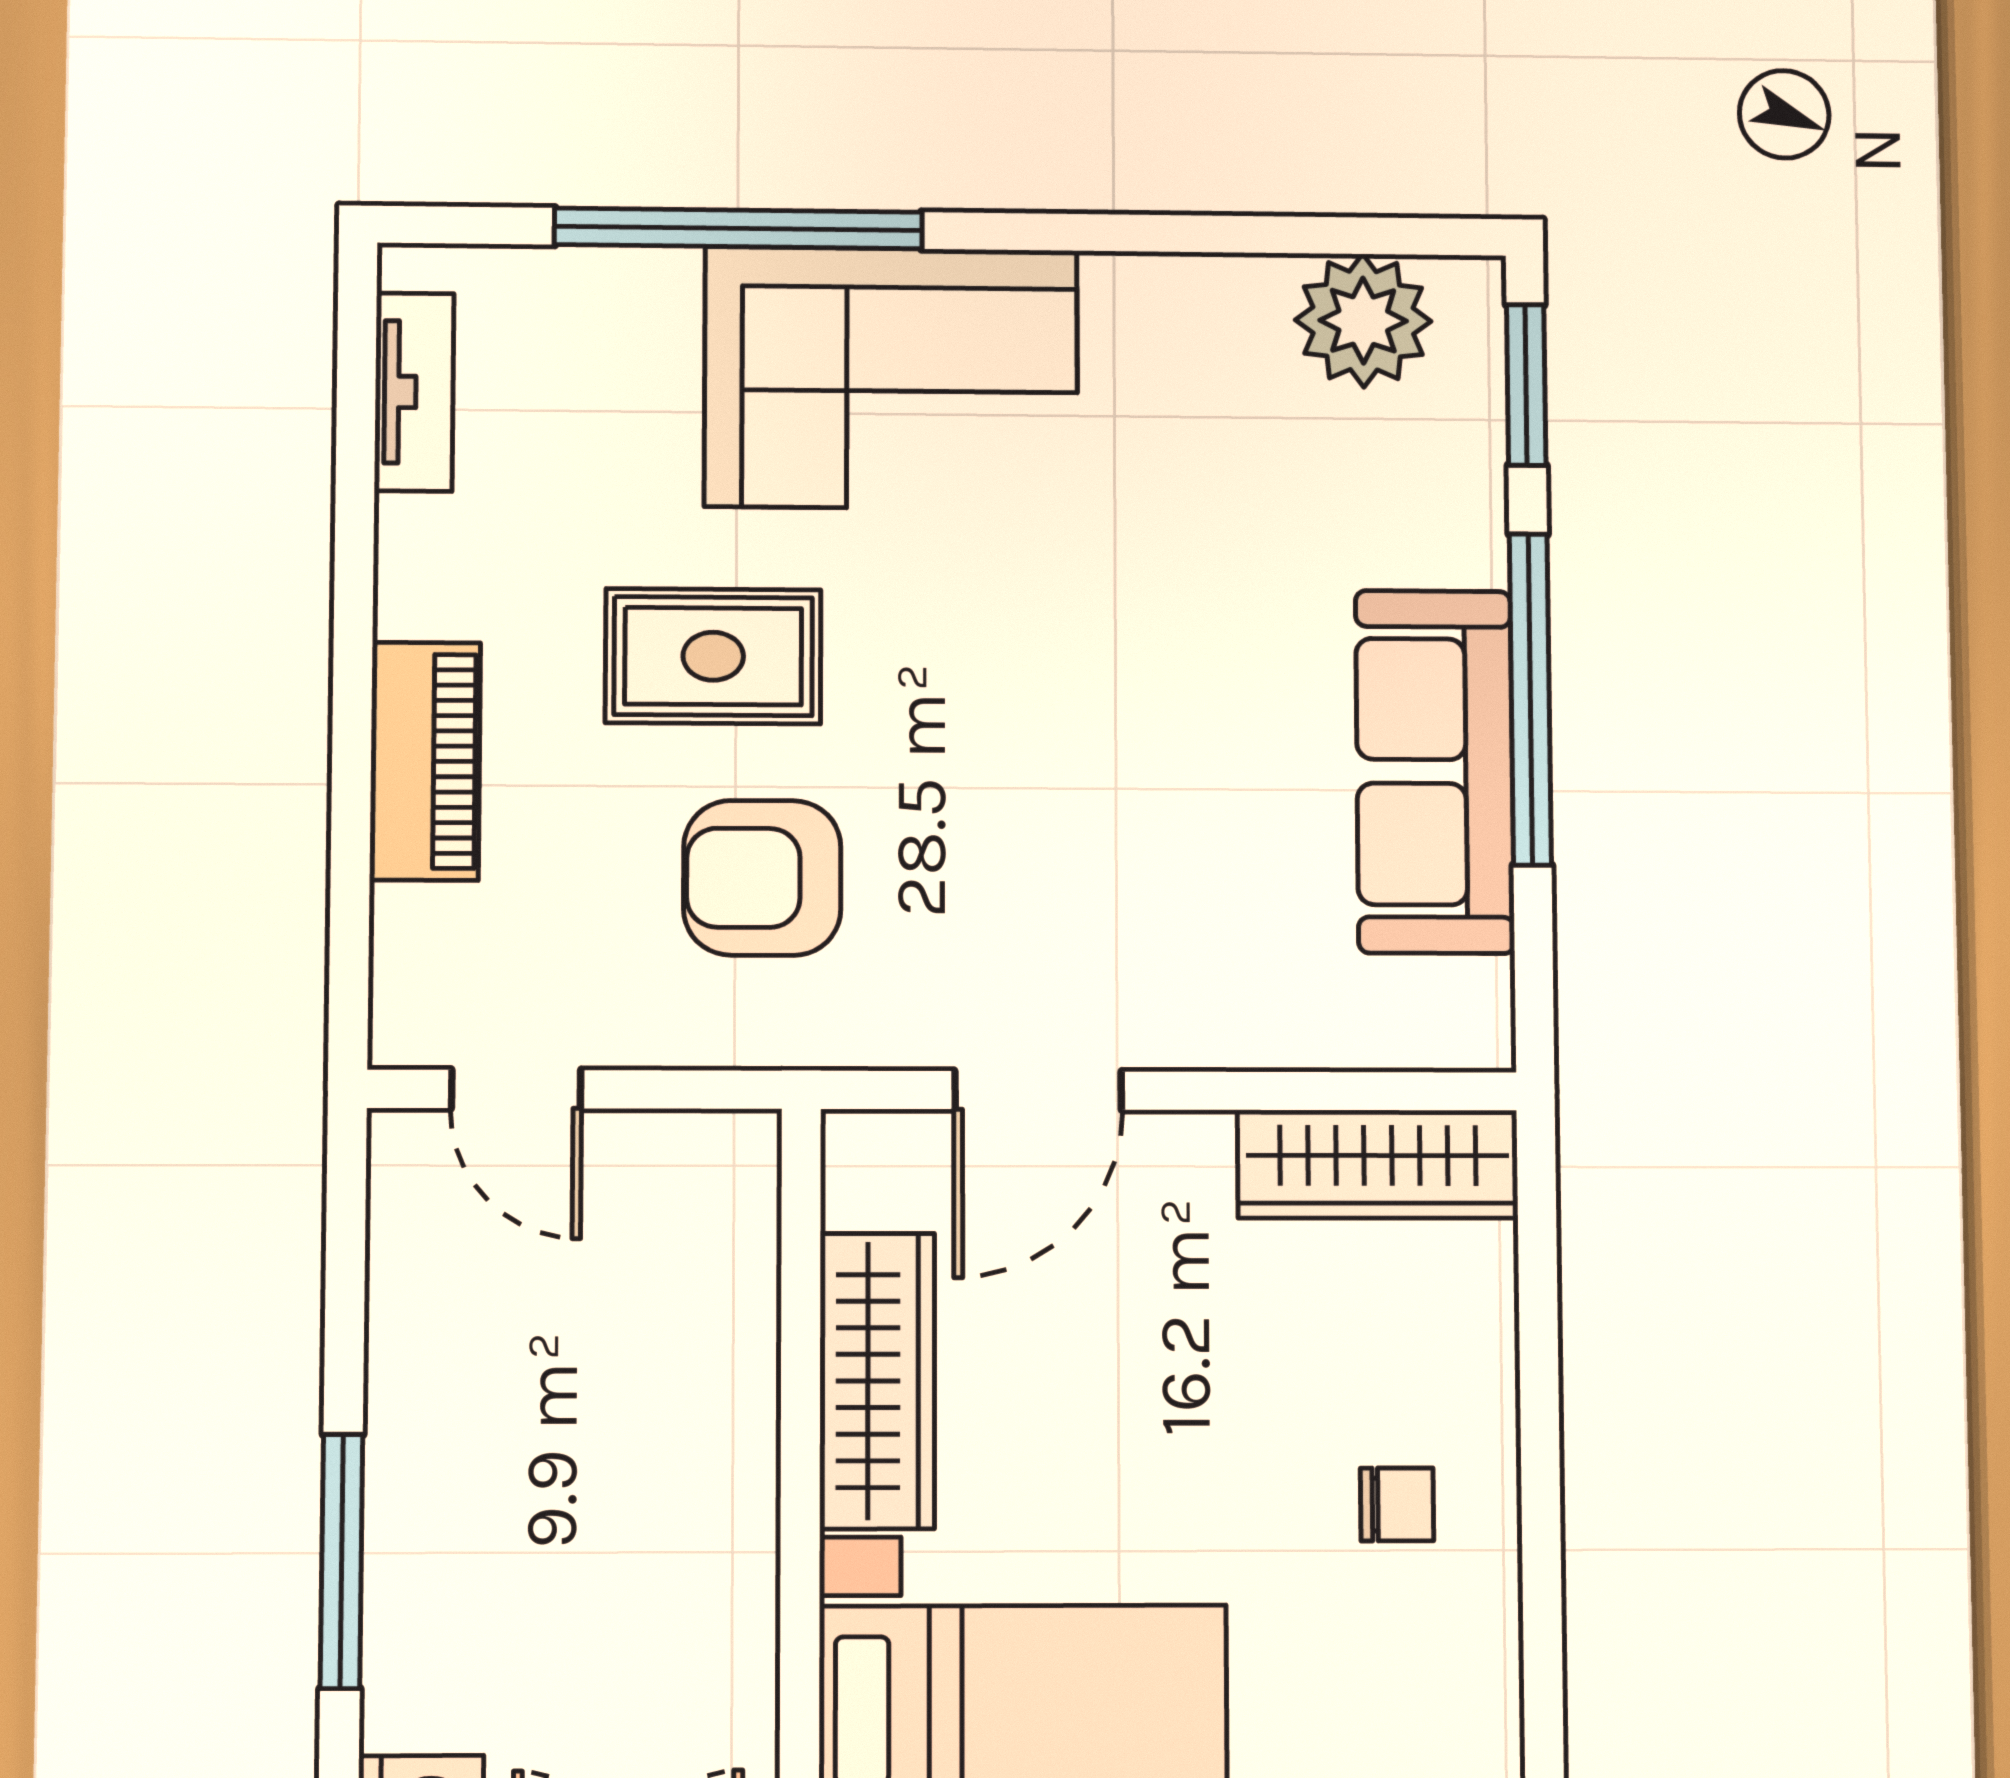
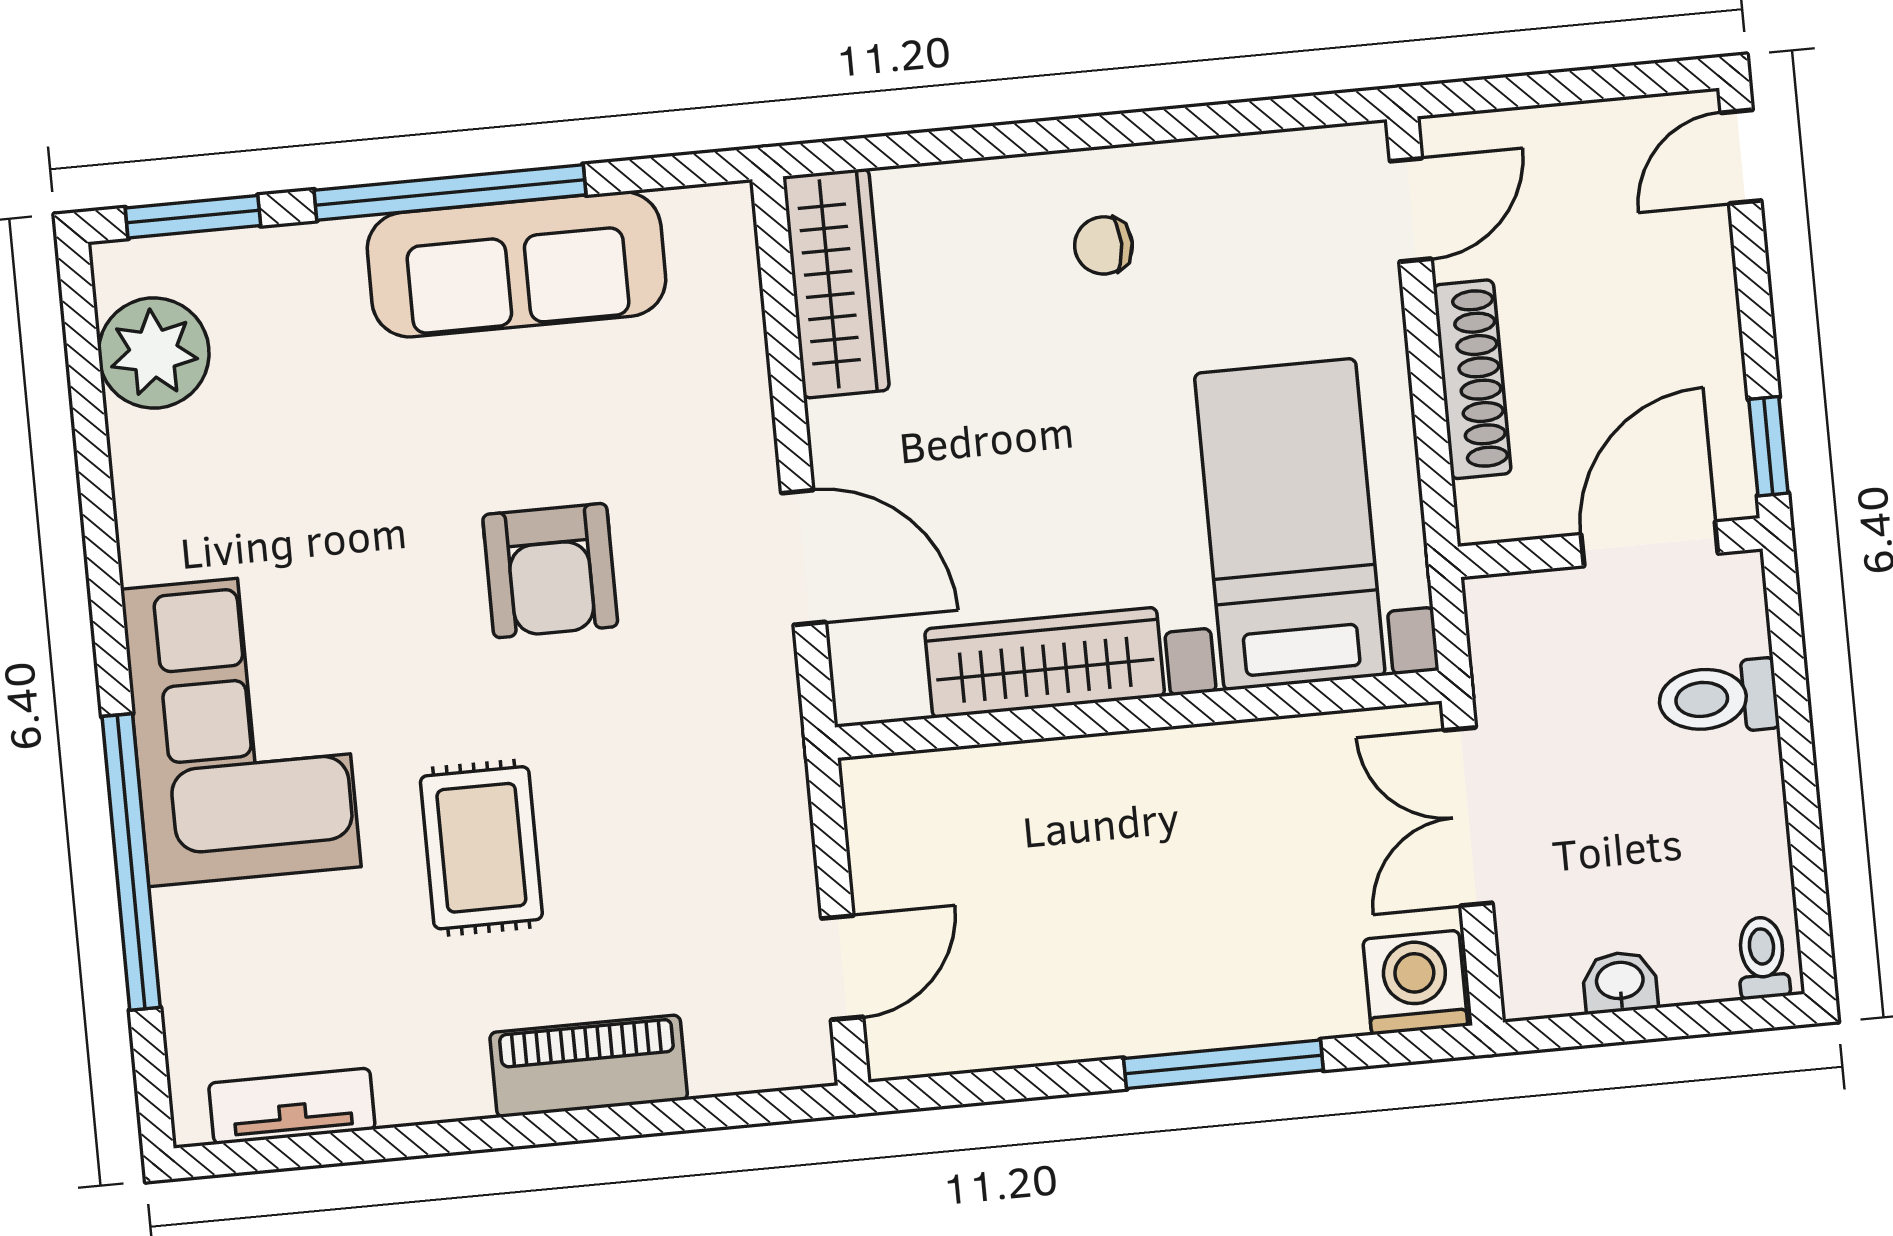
armchair: (762, 878) -> (550, 571), moved
chair: (1397, 1504) -> (1104, 245), turned -90

